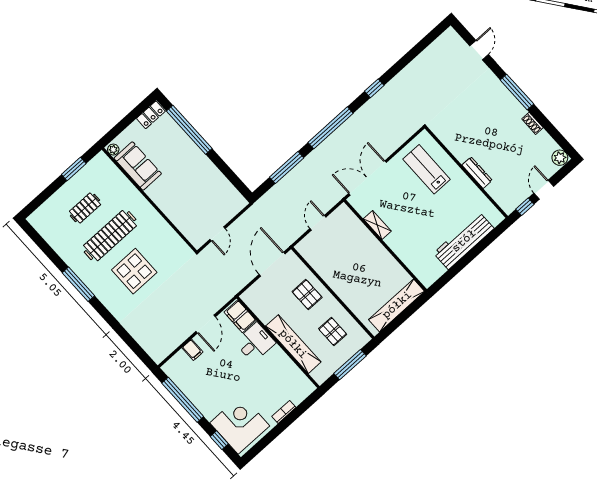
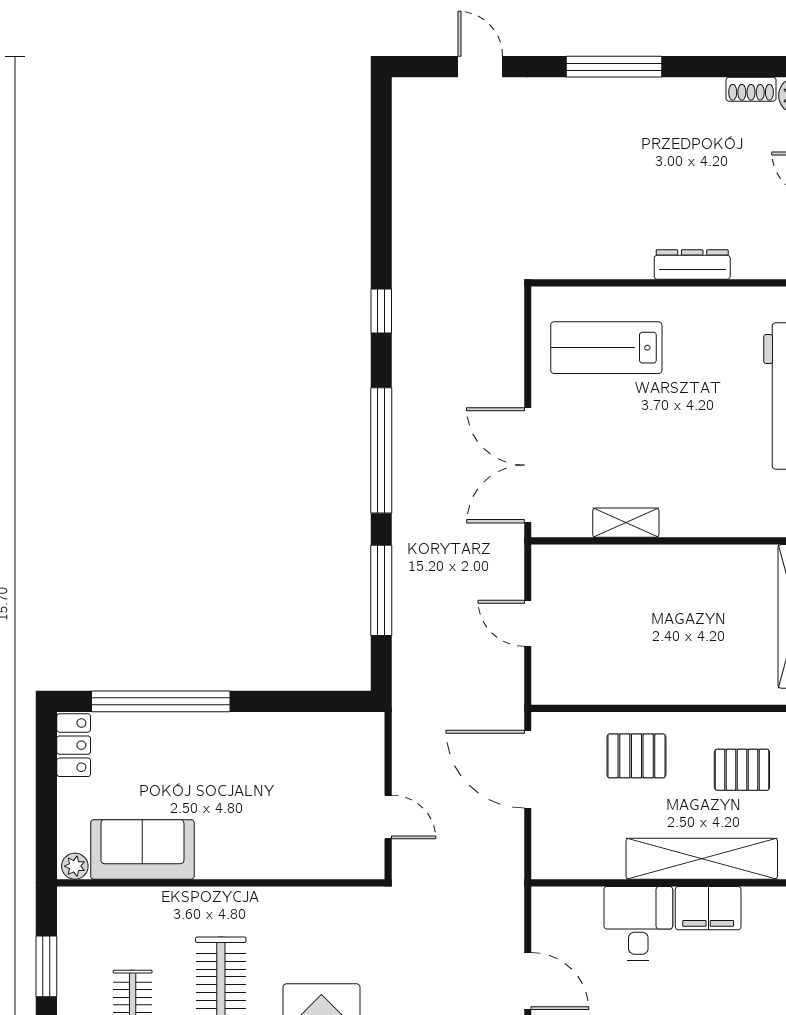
shoe rack: (532, 123) -> (751, 89), moved
filing cabinet: (240, 316) -> (708, 908), moved

